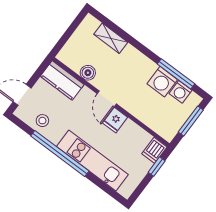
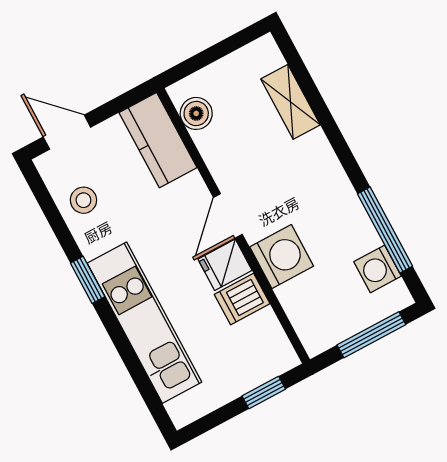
boiler: (88, 73) -> (196, 113), moved
washing machine: (162, 82) -> (282, 257), moved, turned 180
dishwasher: (154, 150) -> (242, 299), moved
window: (60, 153) -> (88, 280), width x0.32

